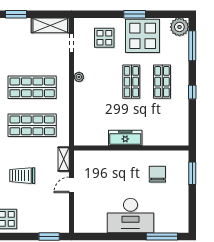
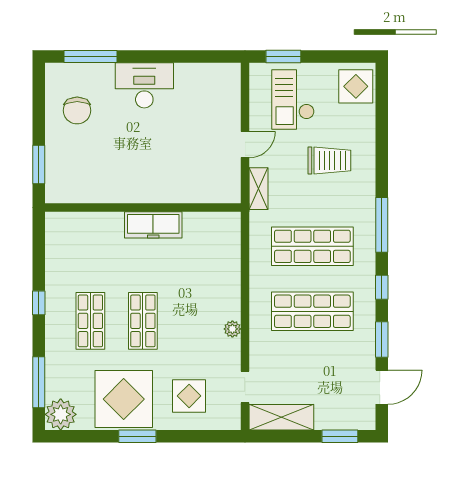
chair: (157, 174) -> (77, 110), moved
checkout: (43, 211) -> (293, 99), added
desk: (130, 216) -> (144, 85), width x0.73, depth x0.77

